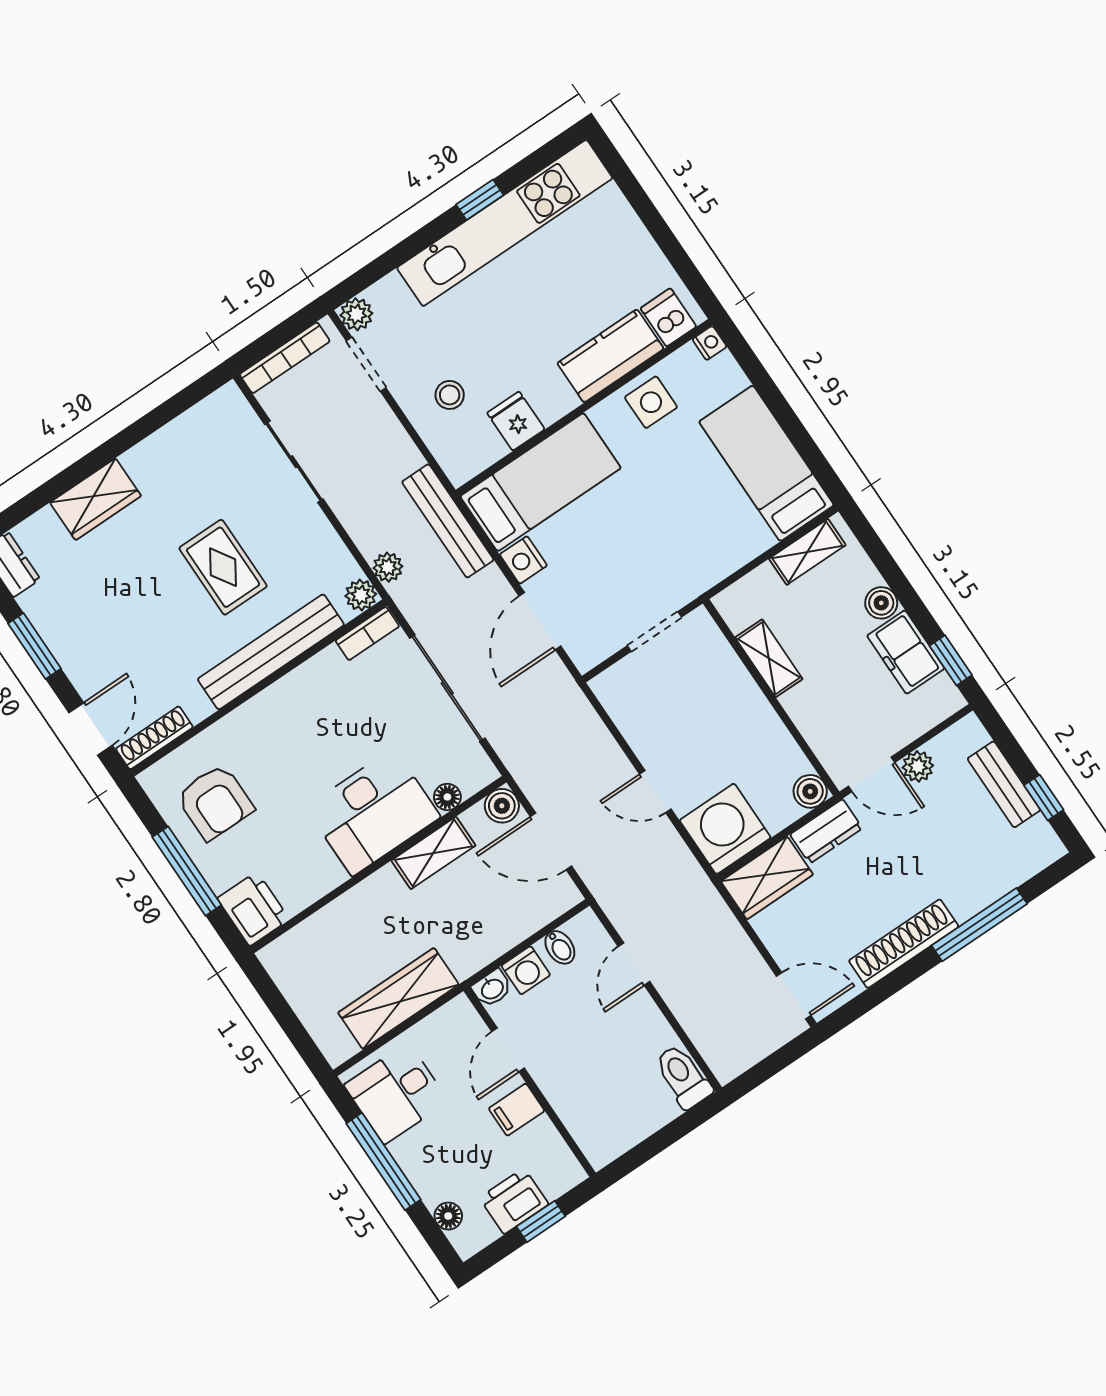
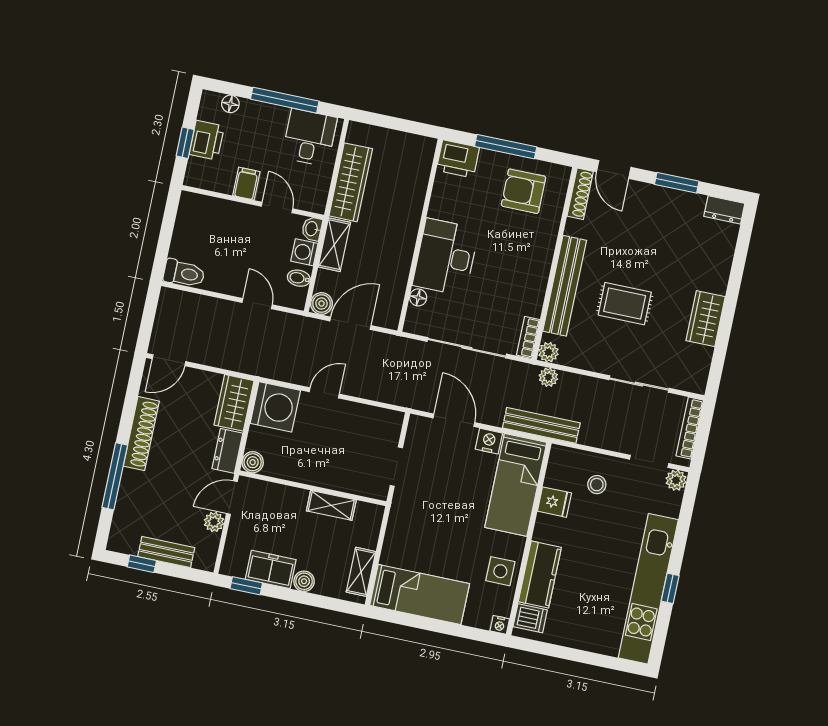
wardrobe: (96, 499) -> (706, 319), moved
boiler: (502, 806) -> (321, 304), moved
shelving: (433, 853) -> (334, 245), moved

